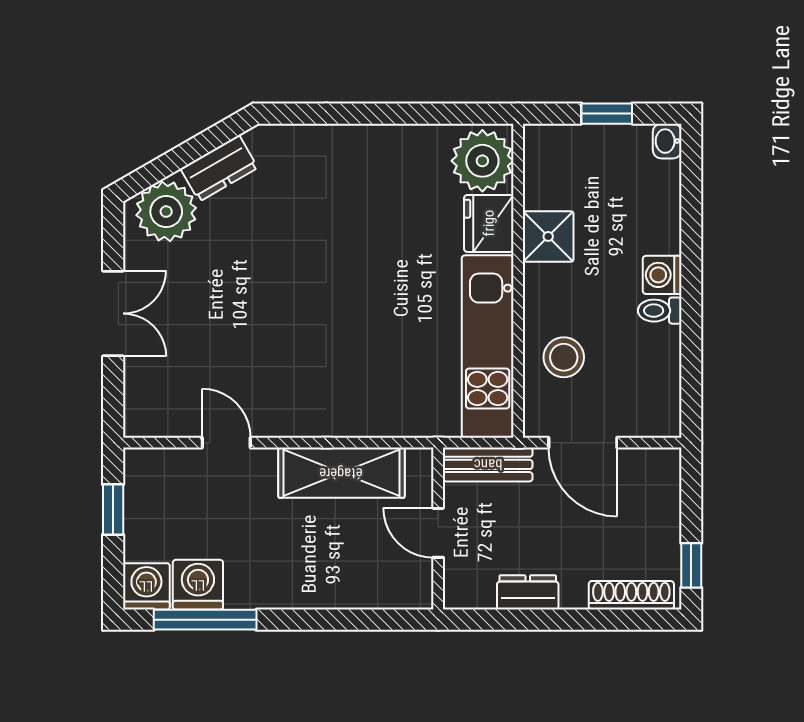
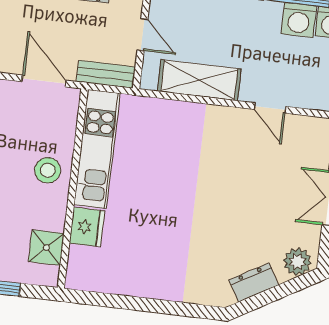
plant: (482, 161) -> (86, 267), removed
plant: (166, 212) -> (297, 262), width x0.73, depth x0.73
shower: (548, 236) -> (46, 248), moved
stool: (564, 357) -> (48, 170), moved

